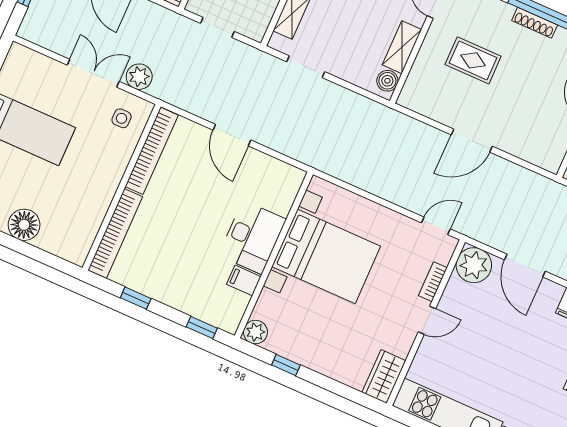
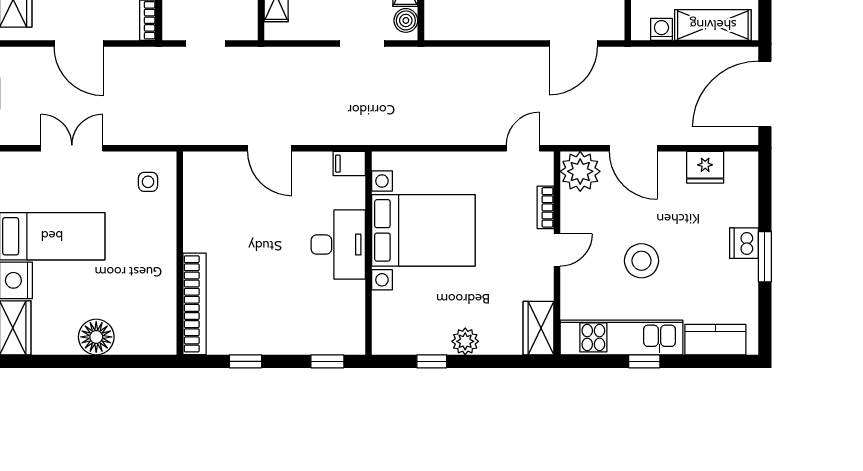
doorway: (306, 67) -> (362, 44), moved
double door: (93, 73) -> (72, 148), moved
plant: (139, 77) -> (147, 131), removed
door: (472, 141) -> (573, 44), moved
bookcase: (152, 151) -> (194, 202), removed
filing cabinet: (244, 280) -> (349, 164), moved
plant: (255, 332) -> (465, 341), moved
stool: (491, 359) -> (641, 261), added

